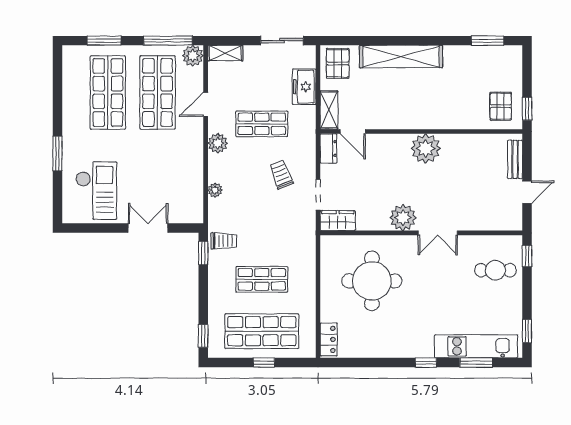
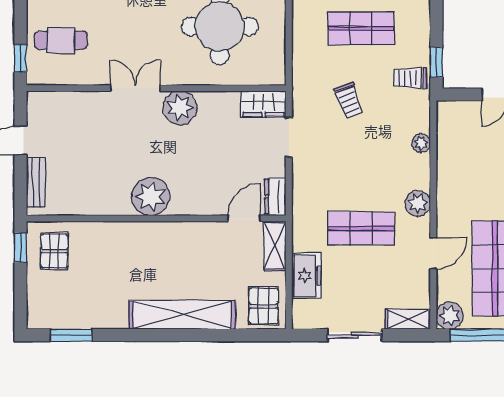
sliding door: (282, 41) -> (355, 335), moved
door: (353, 132) -> (244, 218), hinge flipped
trolley: (281, 175) -> (349, 101), moved

